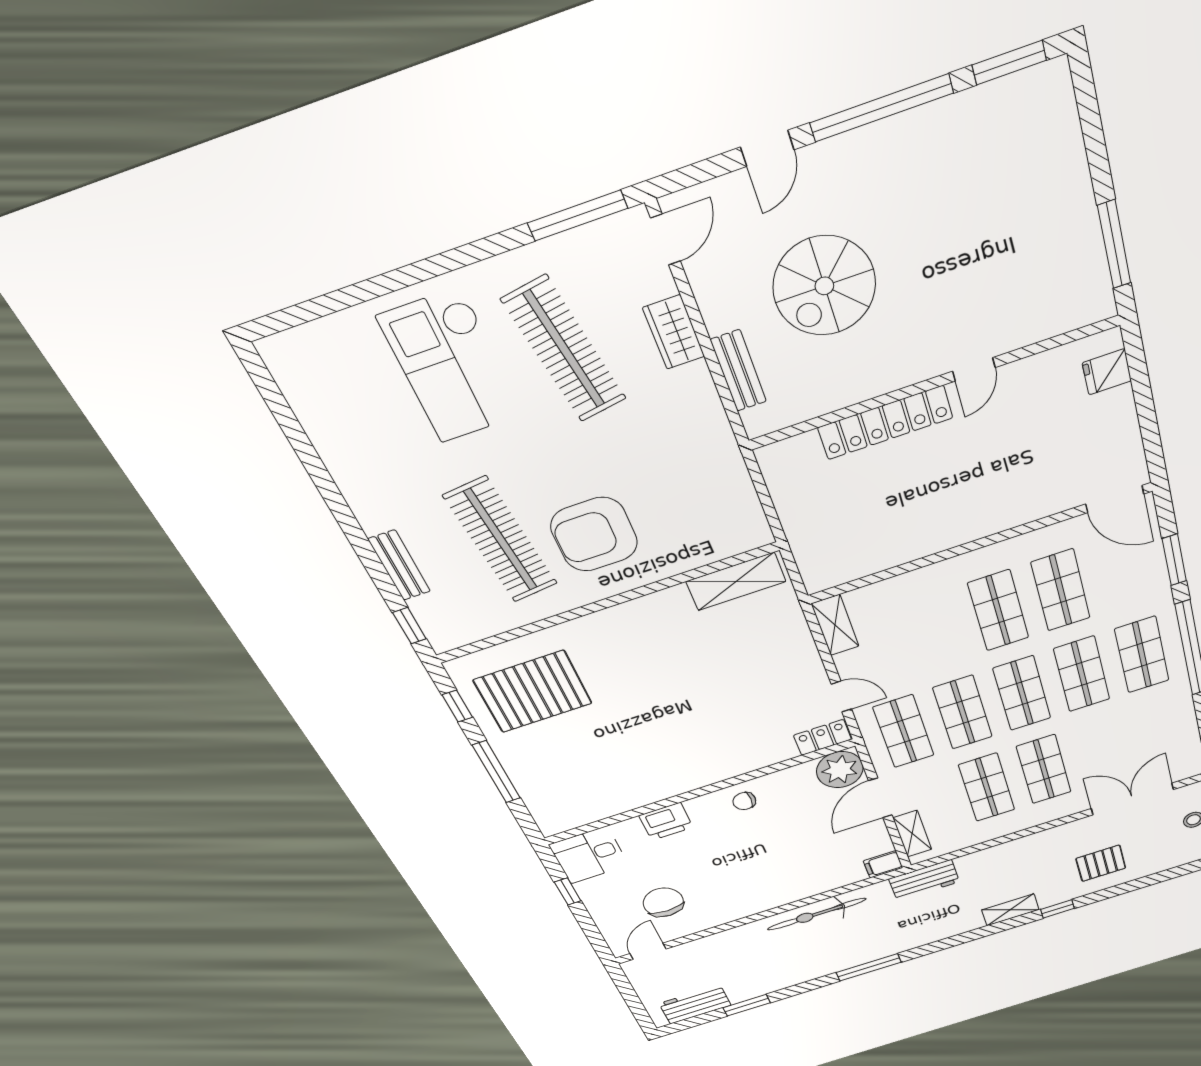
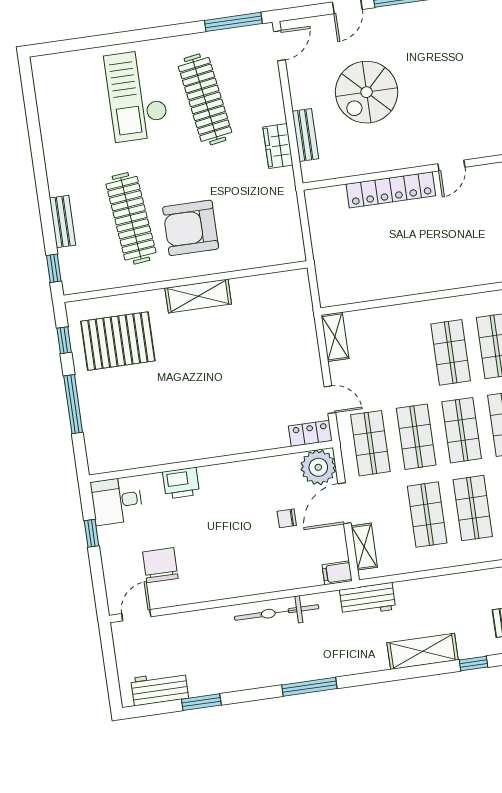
wardrobe: (674, 332) -> (278, 146), moved
shelving: (736, 581) -> (198, 296), moved
chair: (744, 801) -> (287, 518), moved
shelving: (1010, 910) -> (423, 651), width x1.50, depth x1.33

